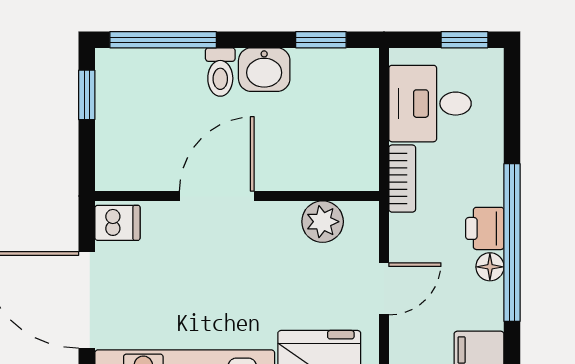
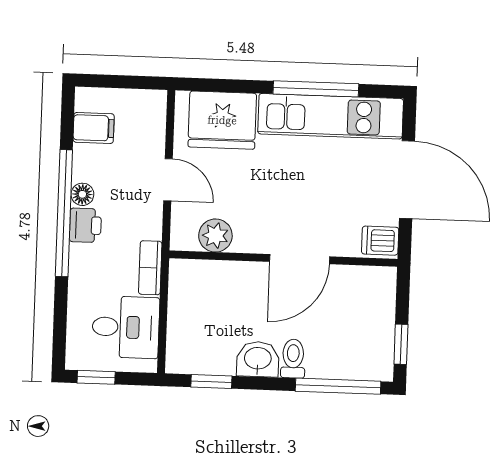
door: (384, 289) -> (168, 180), swing flipped

